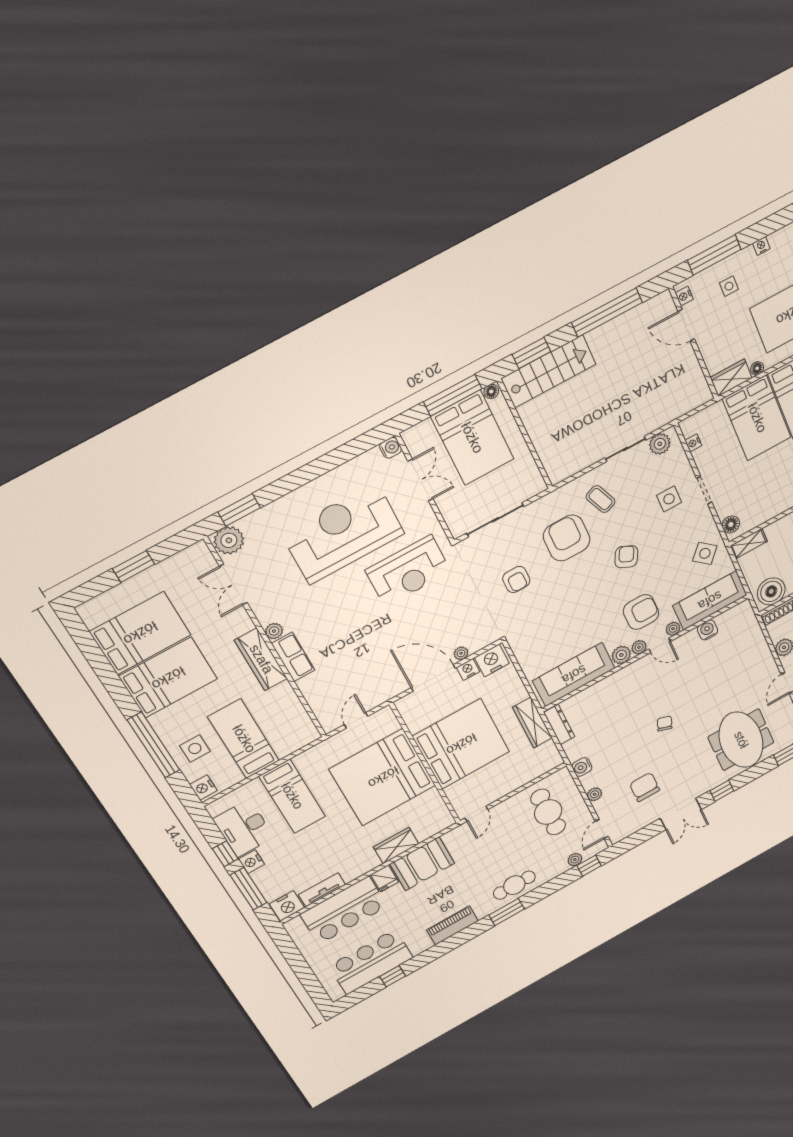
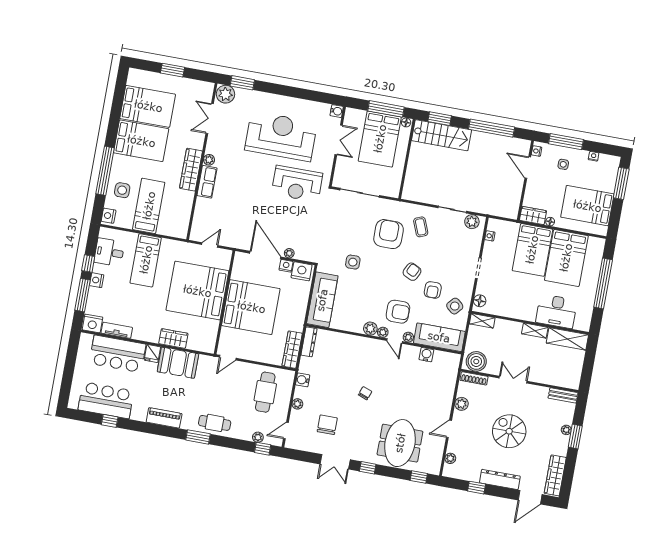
side table: (669, 499) -> (353, 262), moved
armchair: (516, 579) -> (433, 290), moved
sofa: (574, 674) -> (322, 300), moved, turned 90
wardrobe: (532, 723) -> (292, 350), moved
desk: (244, 828) -> (109, 252), width x0.73

